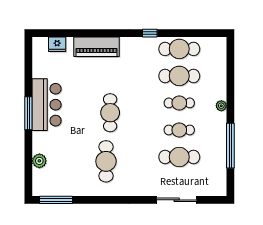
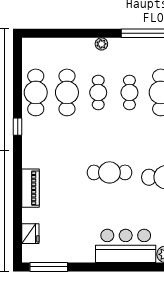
piano: (97, 47) -> (30, 188), width x0.73, depth x0.75
bar counter: (47, 105) -> (126, 246), moved
window: (28, 113) -> (49, 267), moved

